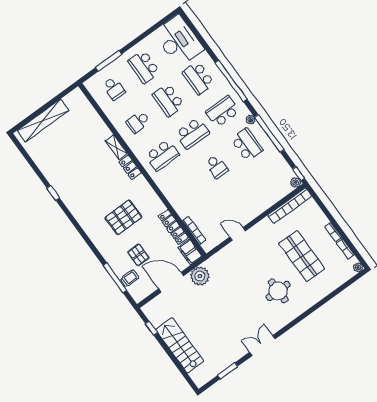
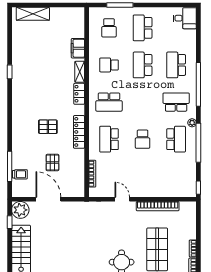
desk: (179, 41) -> (185, 18), width x0.53, depth x0.77
shelving: (43, 121) -> (33, 14), width x0.68
school desk: (192, 133) -> (109, 139), moved, turned 90
plant: (296, 182) -> (192, 192), removed
bookcase: (290, 206) -> (158, 206), moved
pallet: (123, 217) -> (48, 127), width x0.67, depth x0.71
locker: (173, 227) -> (79, 132), moved
filing cabinet: (190, 252) -> (78, 48), moved
pallet: (138, 255) -> (52, 163), moved
plant: (200, 276) -> (20, 210), moved

